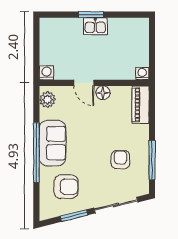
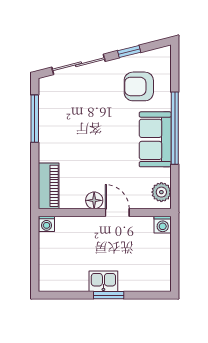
armchair: (120, 160) -> (73, 119), removed
window: (74, 216) -> (129, 52), width x0.67

